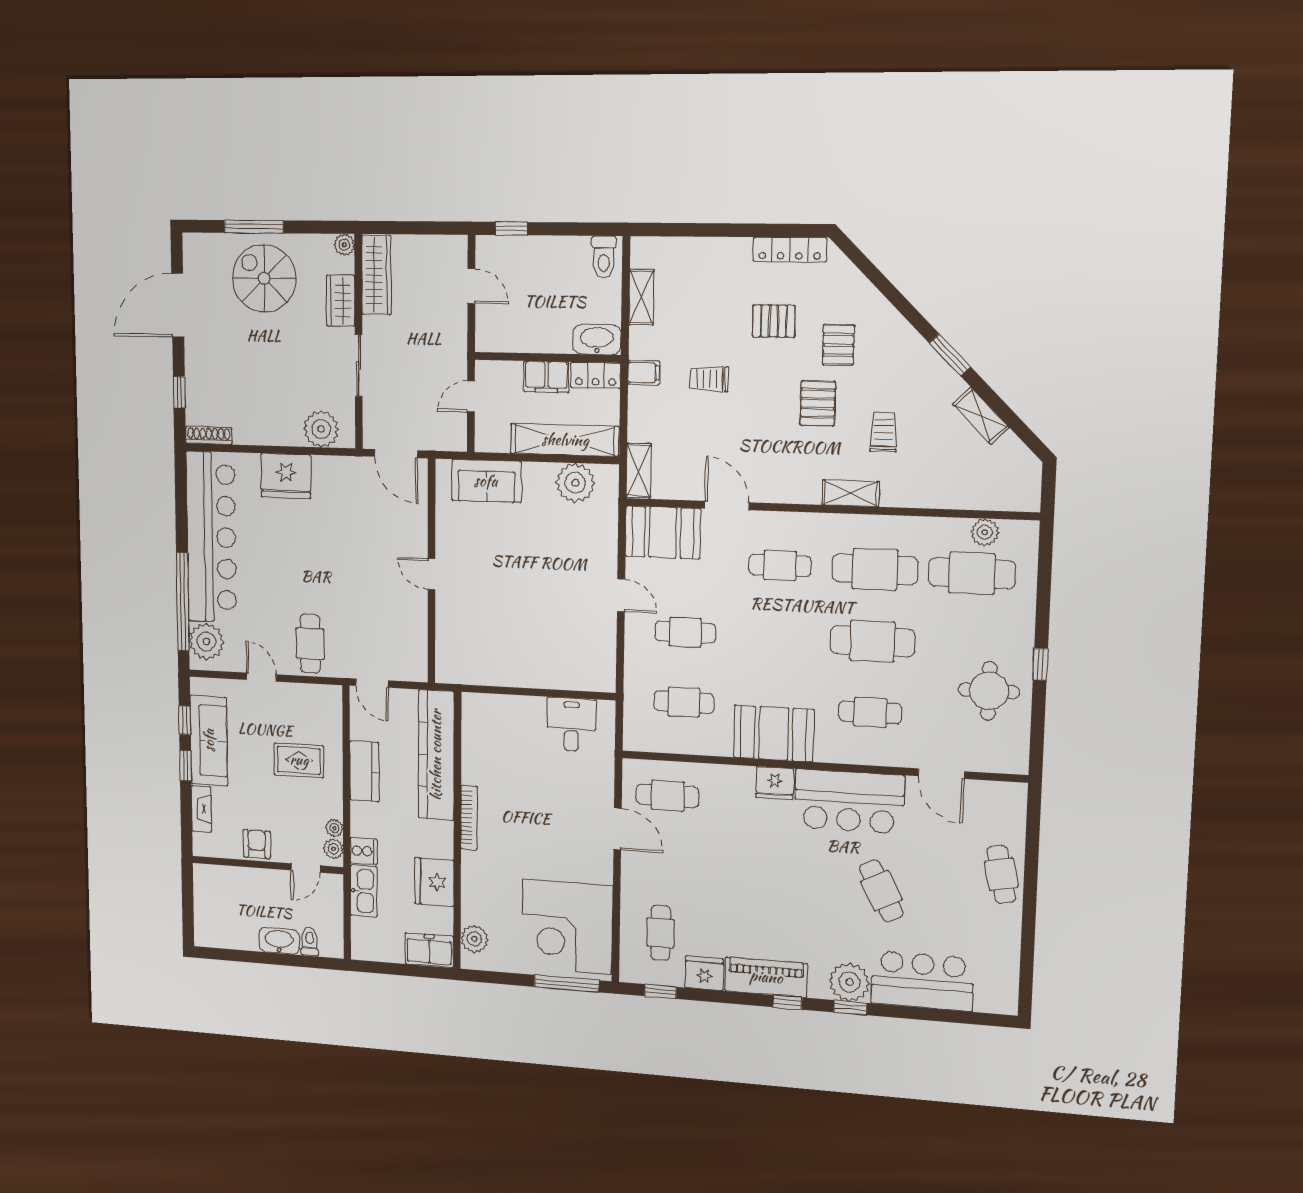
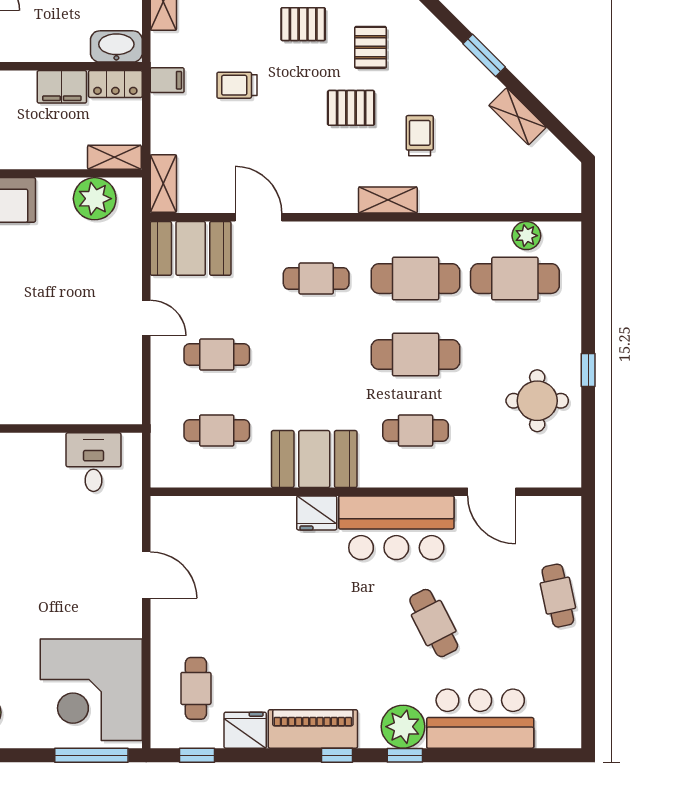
pallet: (818, 403) -> (351, 108), turned 90
shelving: (565, 440) -> (114, 157), width x0.45, depth x0.75
cafe table: (668, 796) -> (201, 534), removed

